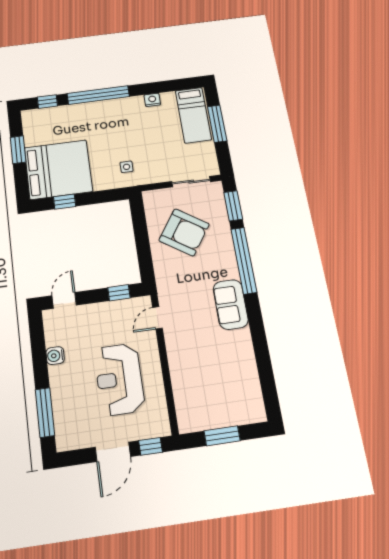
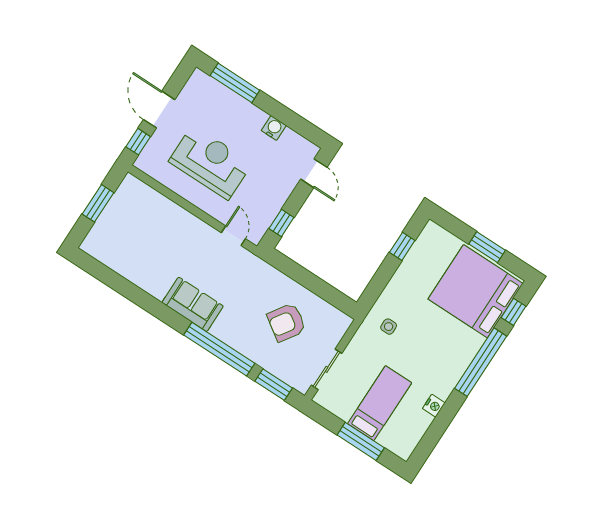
bed: (193, 115) -> (380, 403), moved, turned 90
bed: (58, 169) -> (476, 291), moved, turned 90
armchair: (184, 232) -> (287, 322), width x0.73, depth x0.73

